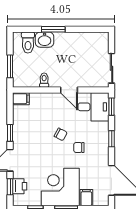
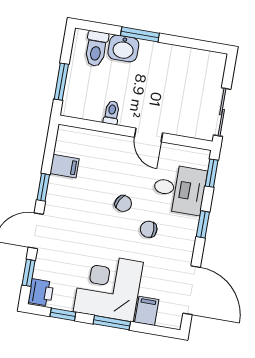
filing cabinet: (21, 99) -> (64, 166), moved
desk: (93, 107) -> (179, 189), moved
printer: (20, 186) -> (41, 292), moved

